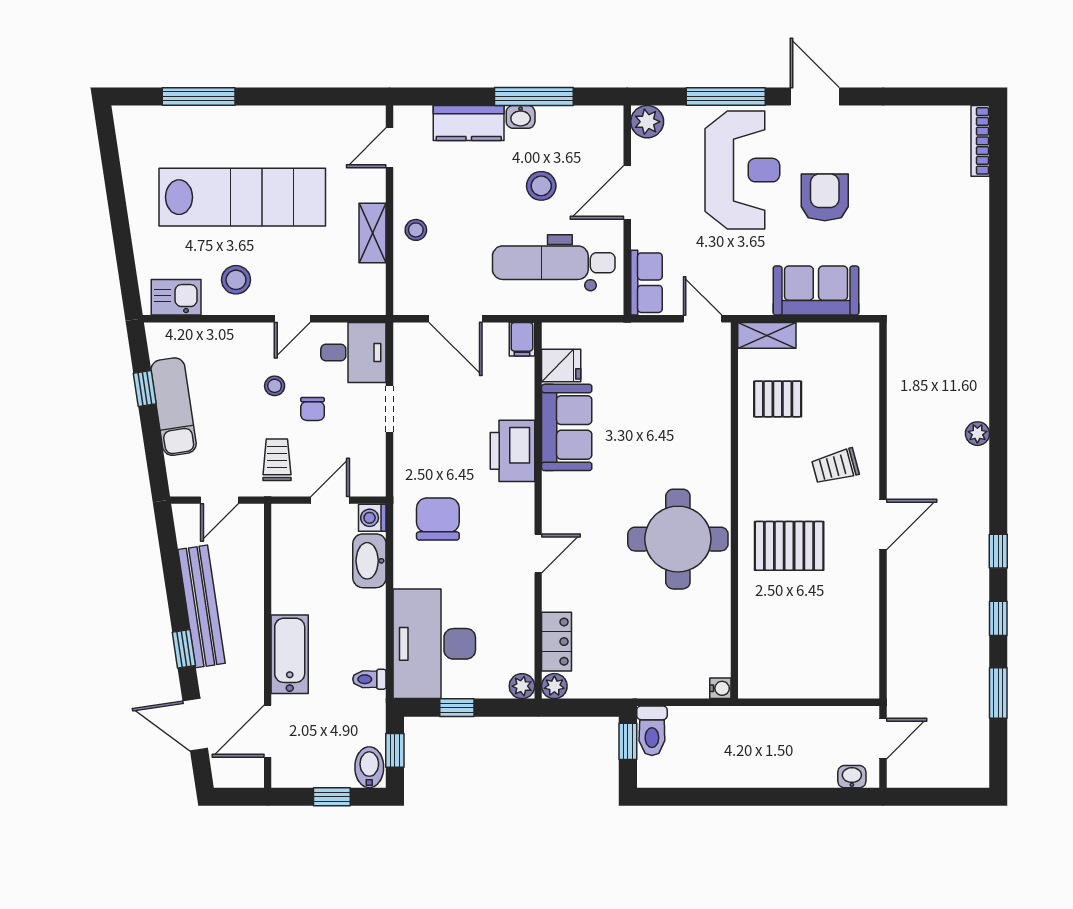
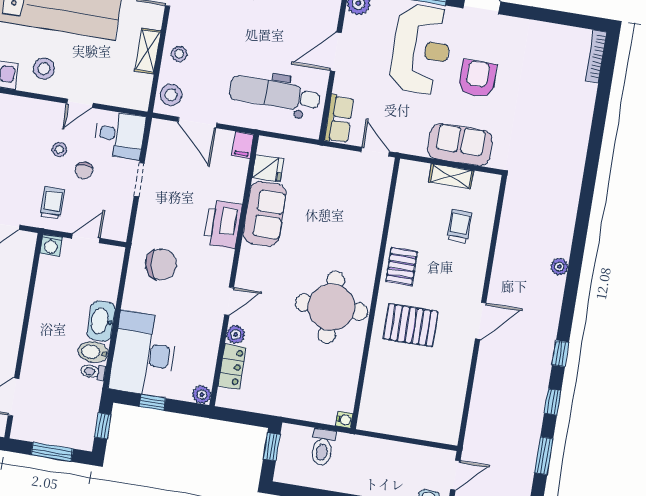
stool: (541, 186) -> (171, 95), moved
shelving: (767, 335) -> (451, 176), moved
pallet: (778, 399) -> (402, 266), moved, turned 90
trolley: (835, 466) -> (459, 226), moved, turned 105
washing machine: (372, 518) -> (51, 245), moved, turned -90
chair: (438, 519) -> (161, 264), turned 77
washbasin: (369, 561) -> (101, 321), moved
bathtub: (290, 654) -> (39, 344), removed
plant: (554, 686) -> (236, 334), moved
toilet: (652, 731) -> (323, 447), moved
bidet: (369, 767) -> (93, 352), moved, turned -90
window: (332, 797) -> (52, 452), width x1.50

